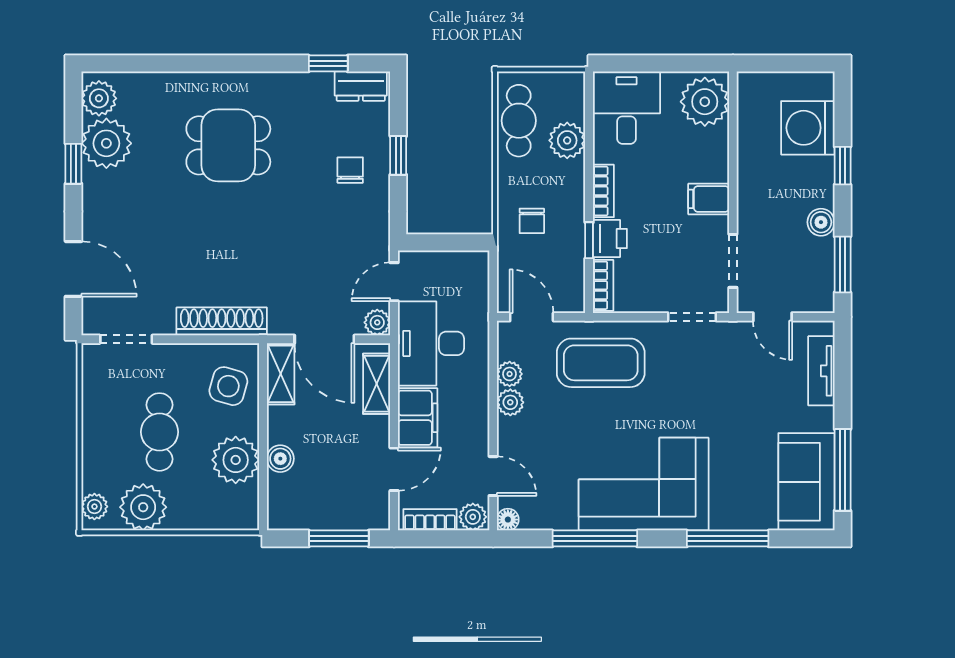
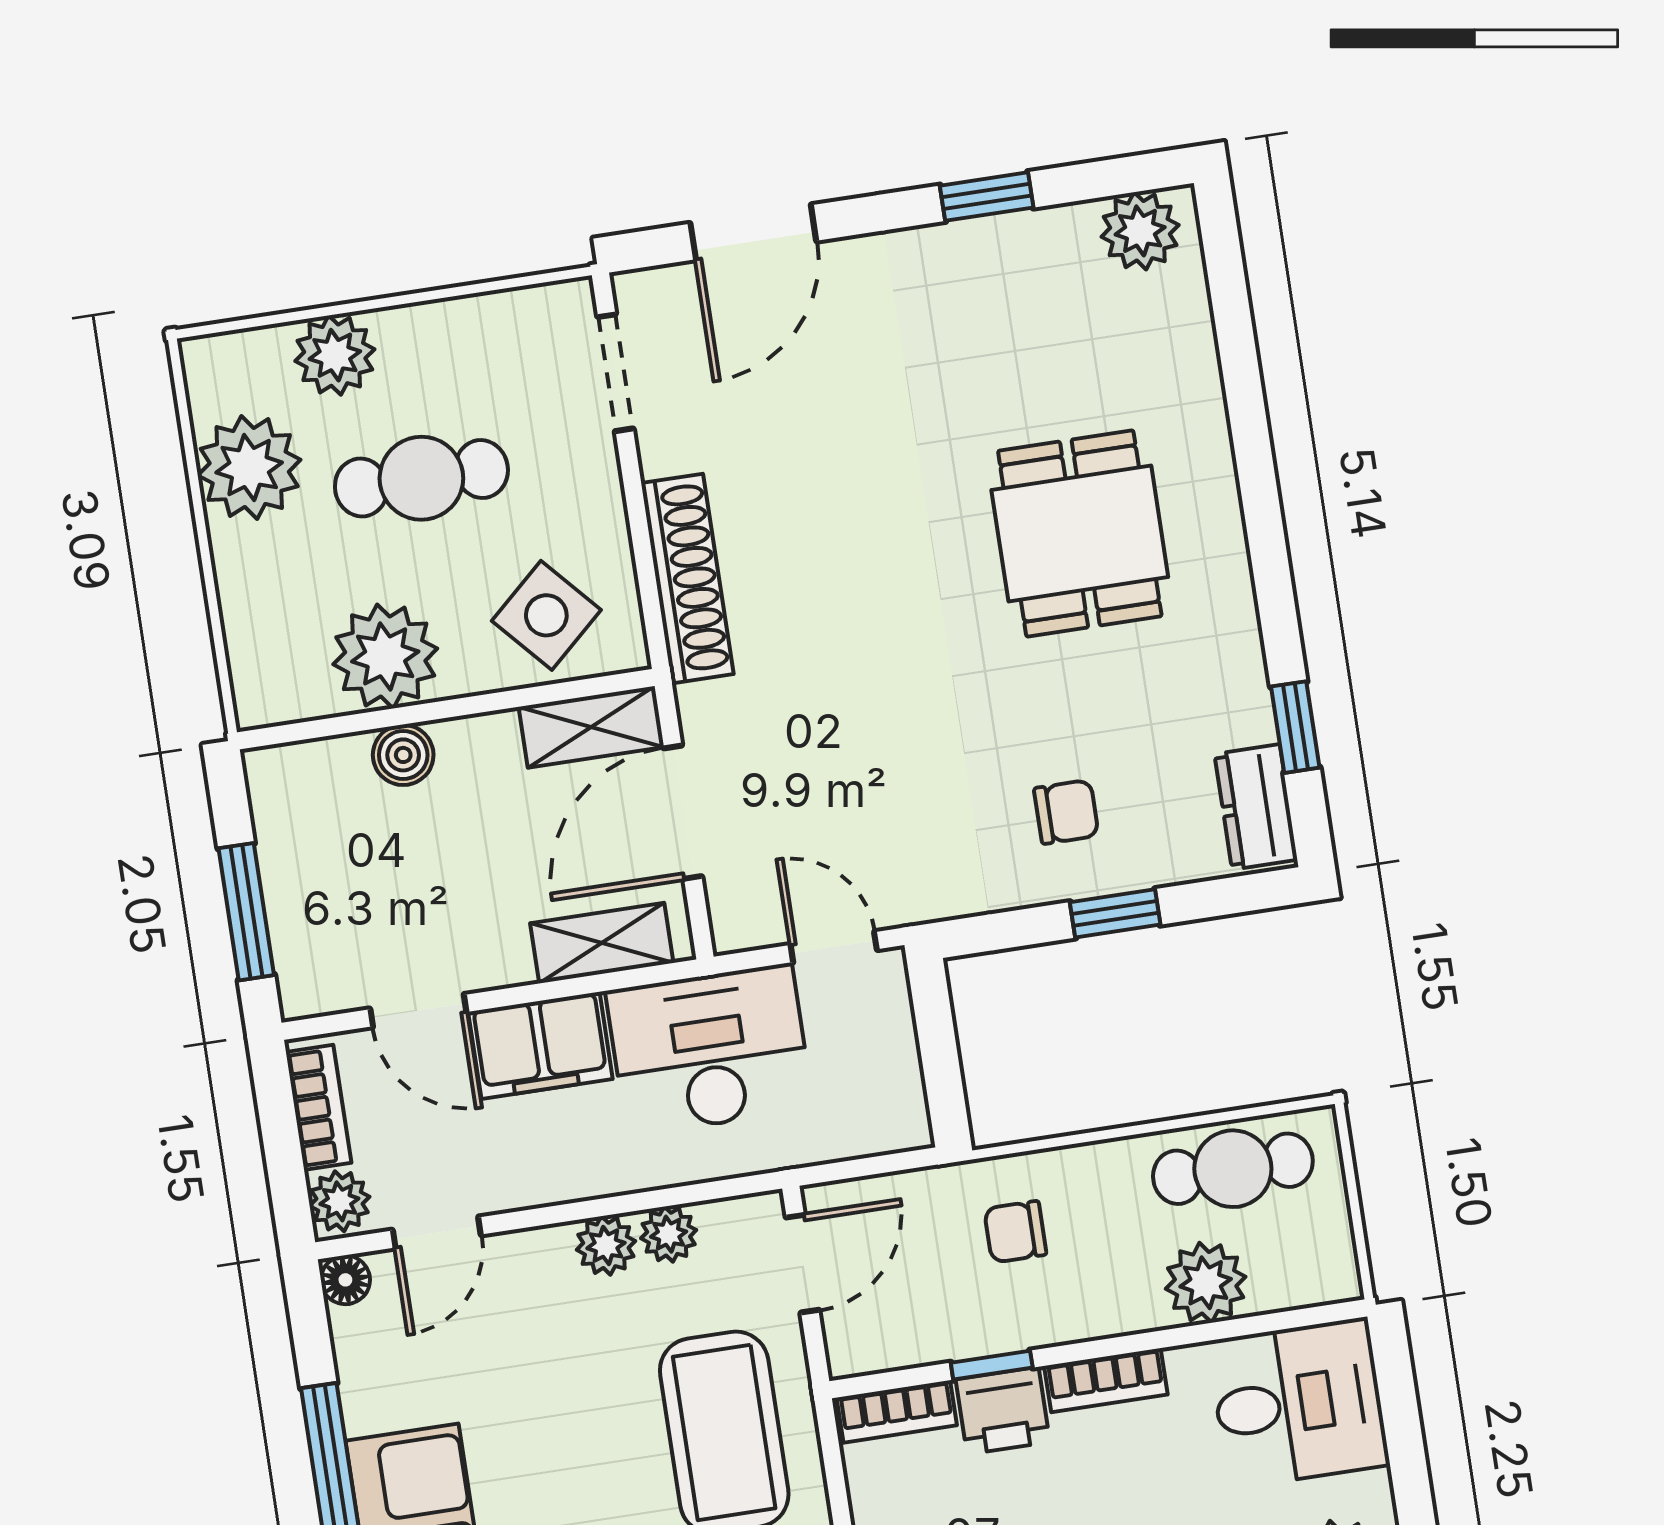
plant: (106, 143) -> (1043, 263), removed
plant: (377, 322) -> (738, 924), removed
side table: (228, 386) -> (546, 615), turned 32
plant: (94, 507) -> (335, 355), moved, width x1.38, depth x1.38

